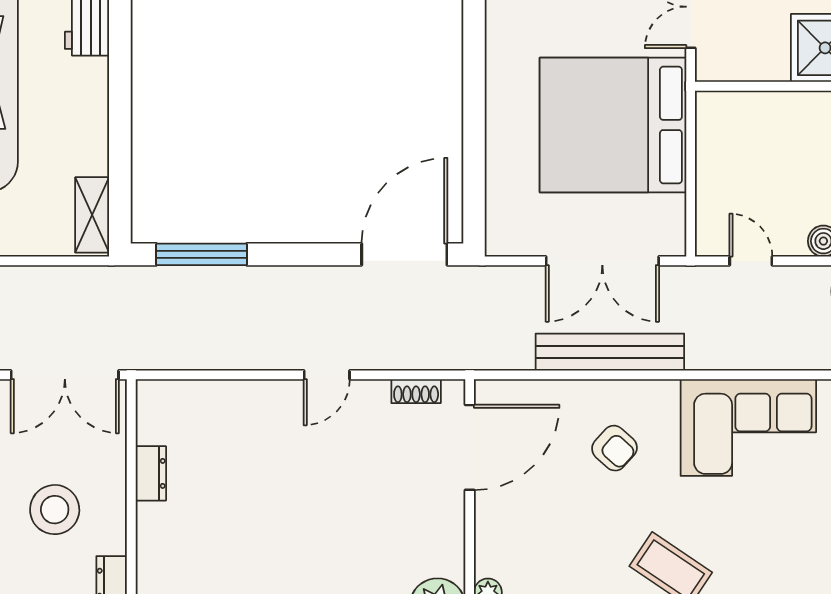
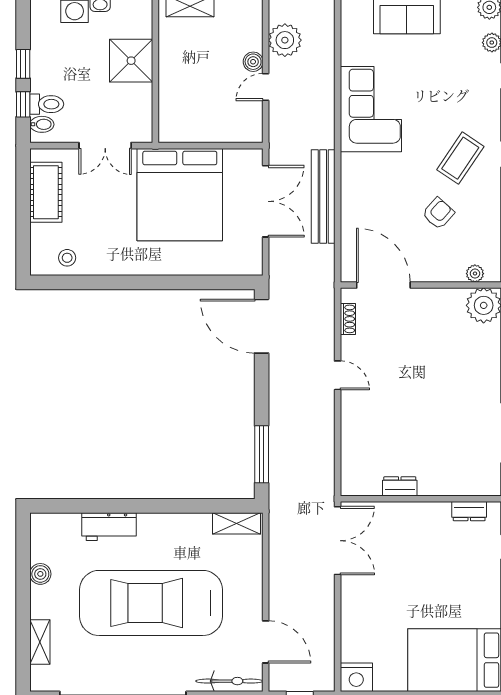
door: (751, 261) -> (266, 87), moved
armchair: (614, 448) -> (438, 213), moved
stool: (55, 510) -> (423, 547), removed

